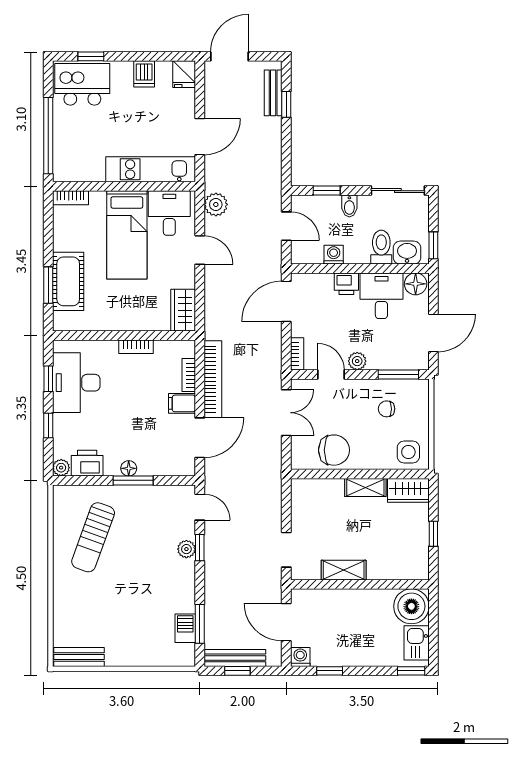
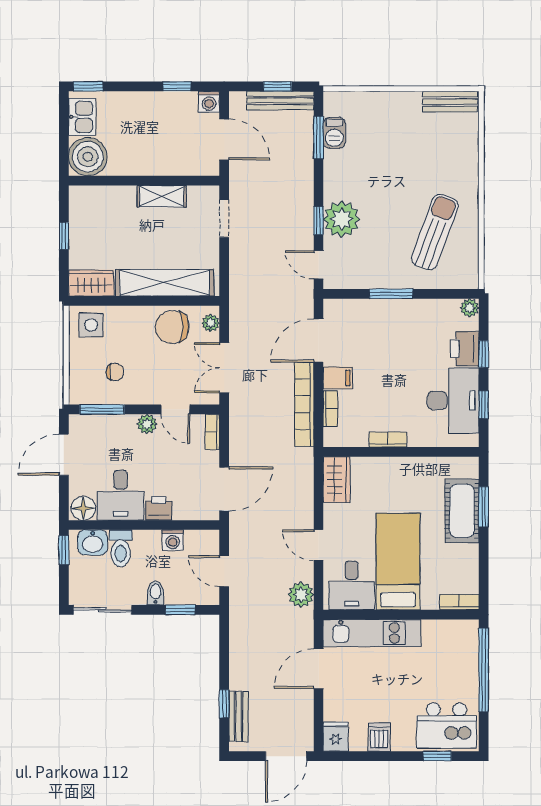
plant: (299, 454) -> (211, 323), added
printer: (87, 463) -> (465, 349), moved, turned 90
floor lamp: (129, 468) -> (396, 307), removed
shelving: (365, 488) -> (165, 283), width x2.20, depth x1.33
plant: (186, 549) -> (342, 219), width x1.88, depth x1.88

